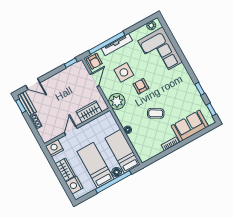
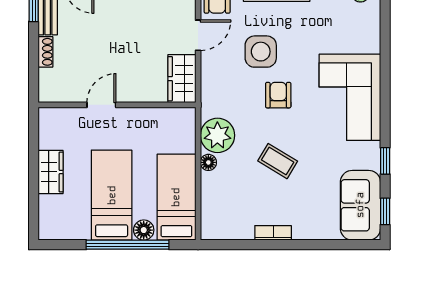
corner sofa: (160, 51) -> (350, 97), moved
plant: (117, 101) -> (217, 135), moved
wardrobe: (89, 112) -> (182, 79), moved, turned -90
sofa: (190, 126) -> (360, 205), moved, turned -90
nightstand: (54, 148) -> (53, 121), removed
nightstand: (74, 185) -> (51, 210), removed

